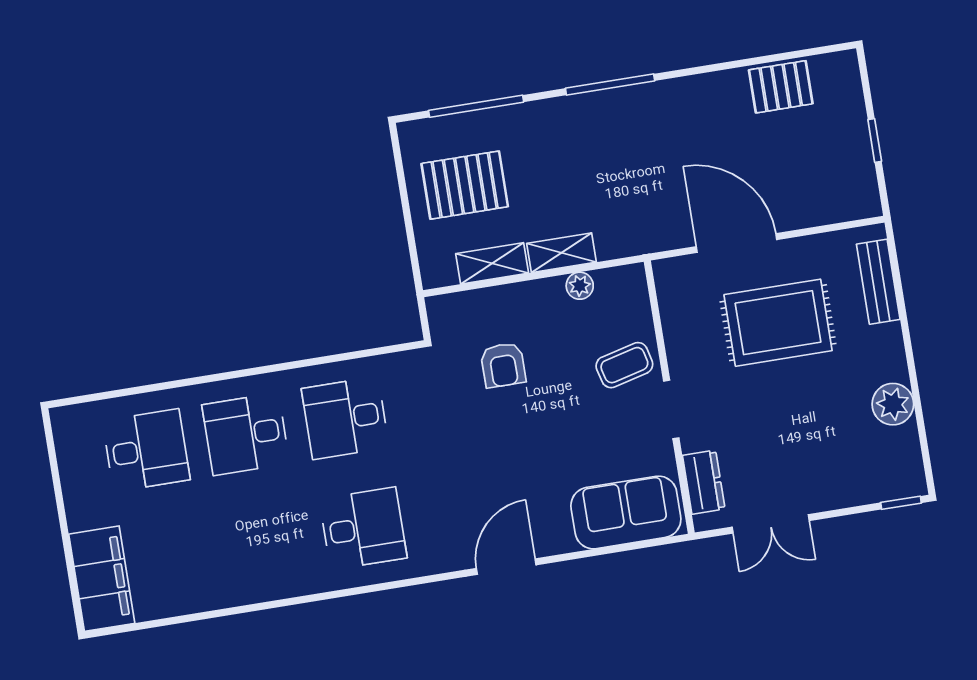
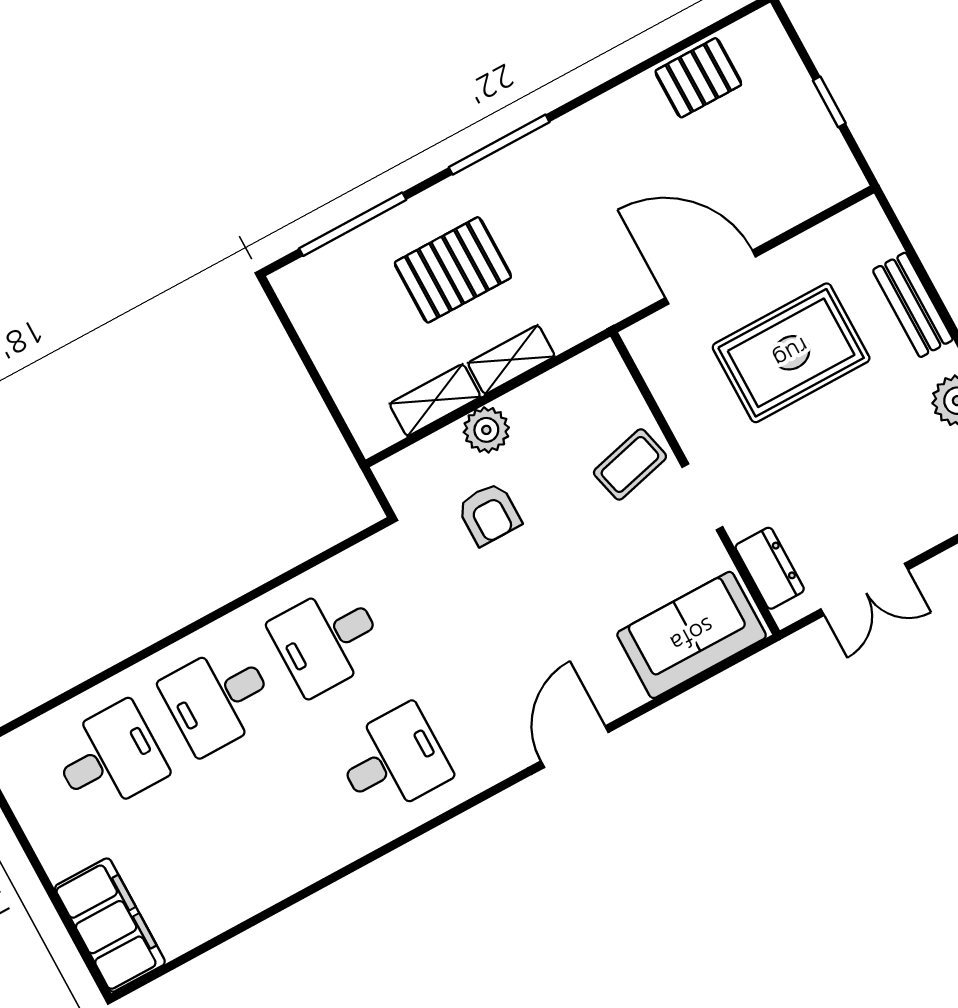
pallet: (465, 185) -> (453, 270), moved
bench: (878, 282) -> (913, 305), moved
plant: (580, 286) -> (486, 430), moved, width x1.38, depth x1.38

